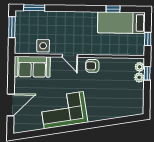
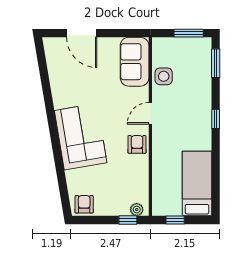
window: (113, 9) -> (216, 119), moved
plant: (139, 77) -> (122, 209), removed
armchair: (135, 105) -> (84, 204), added
corner sofa: (64, 110) -> (81, 137), moved

